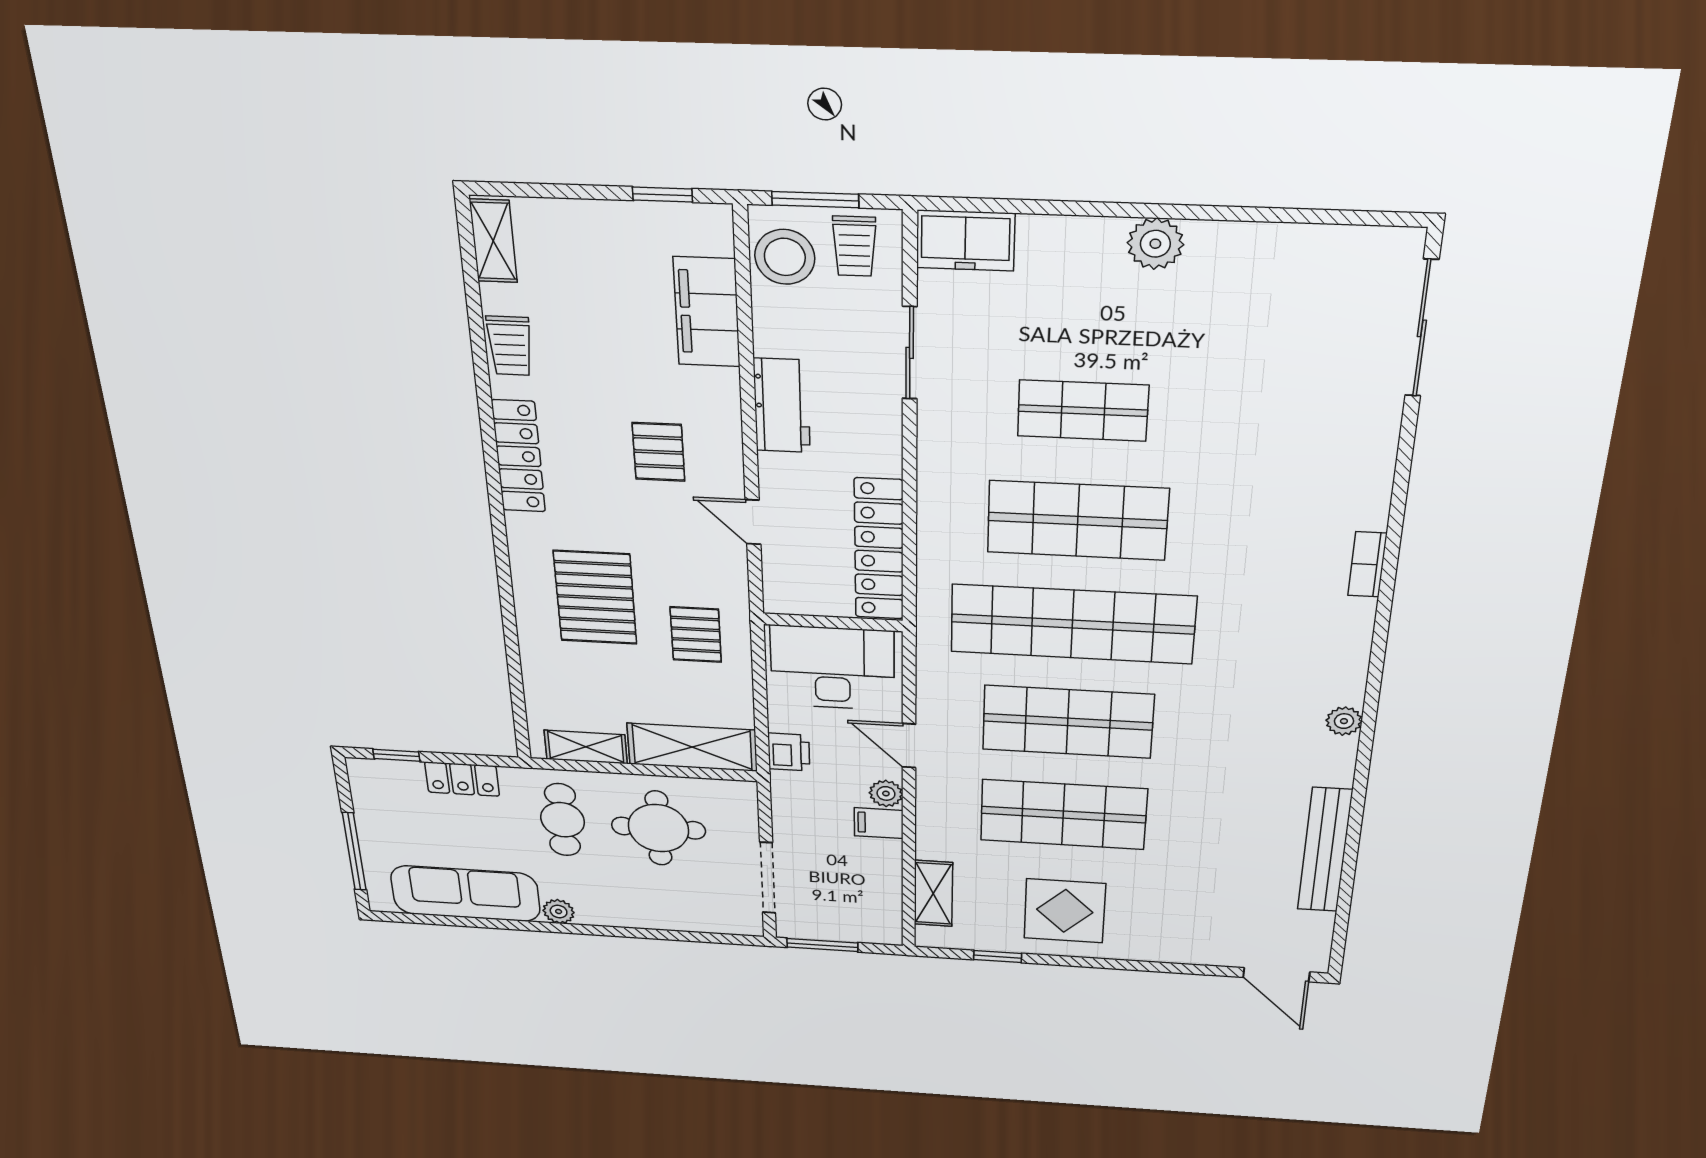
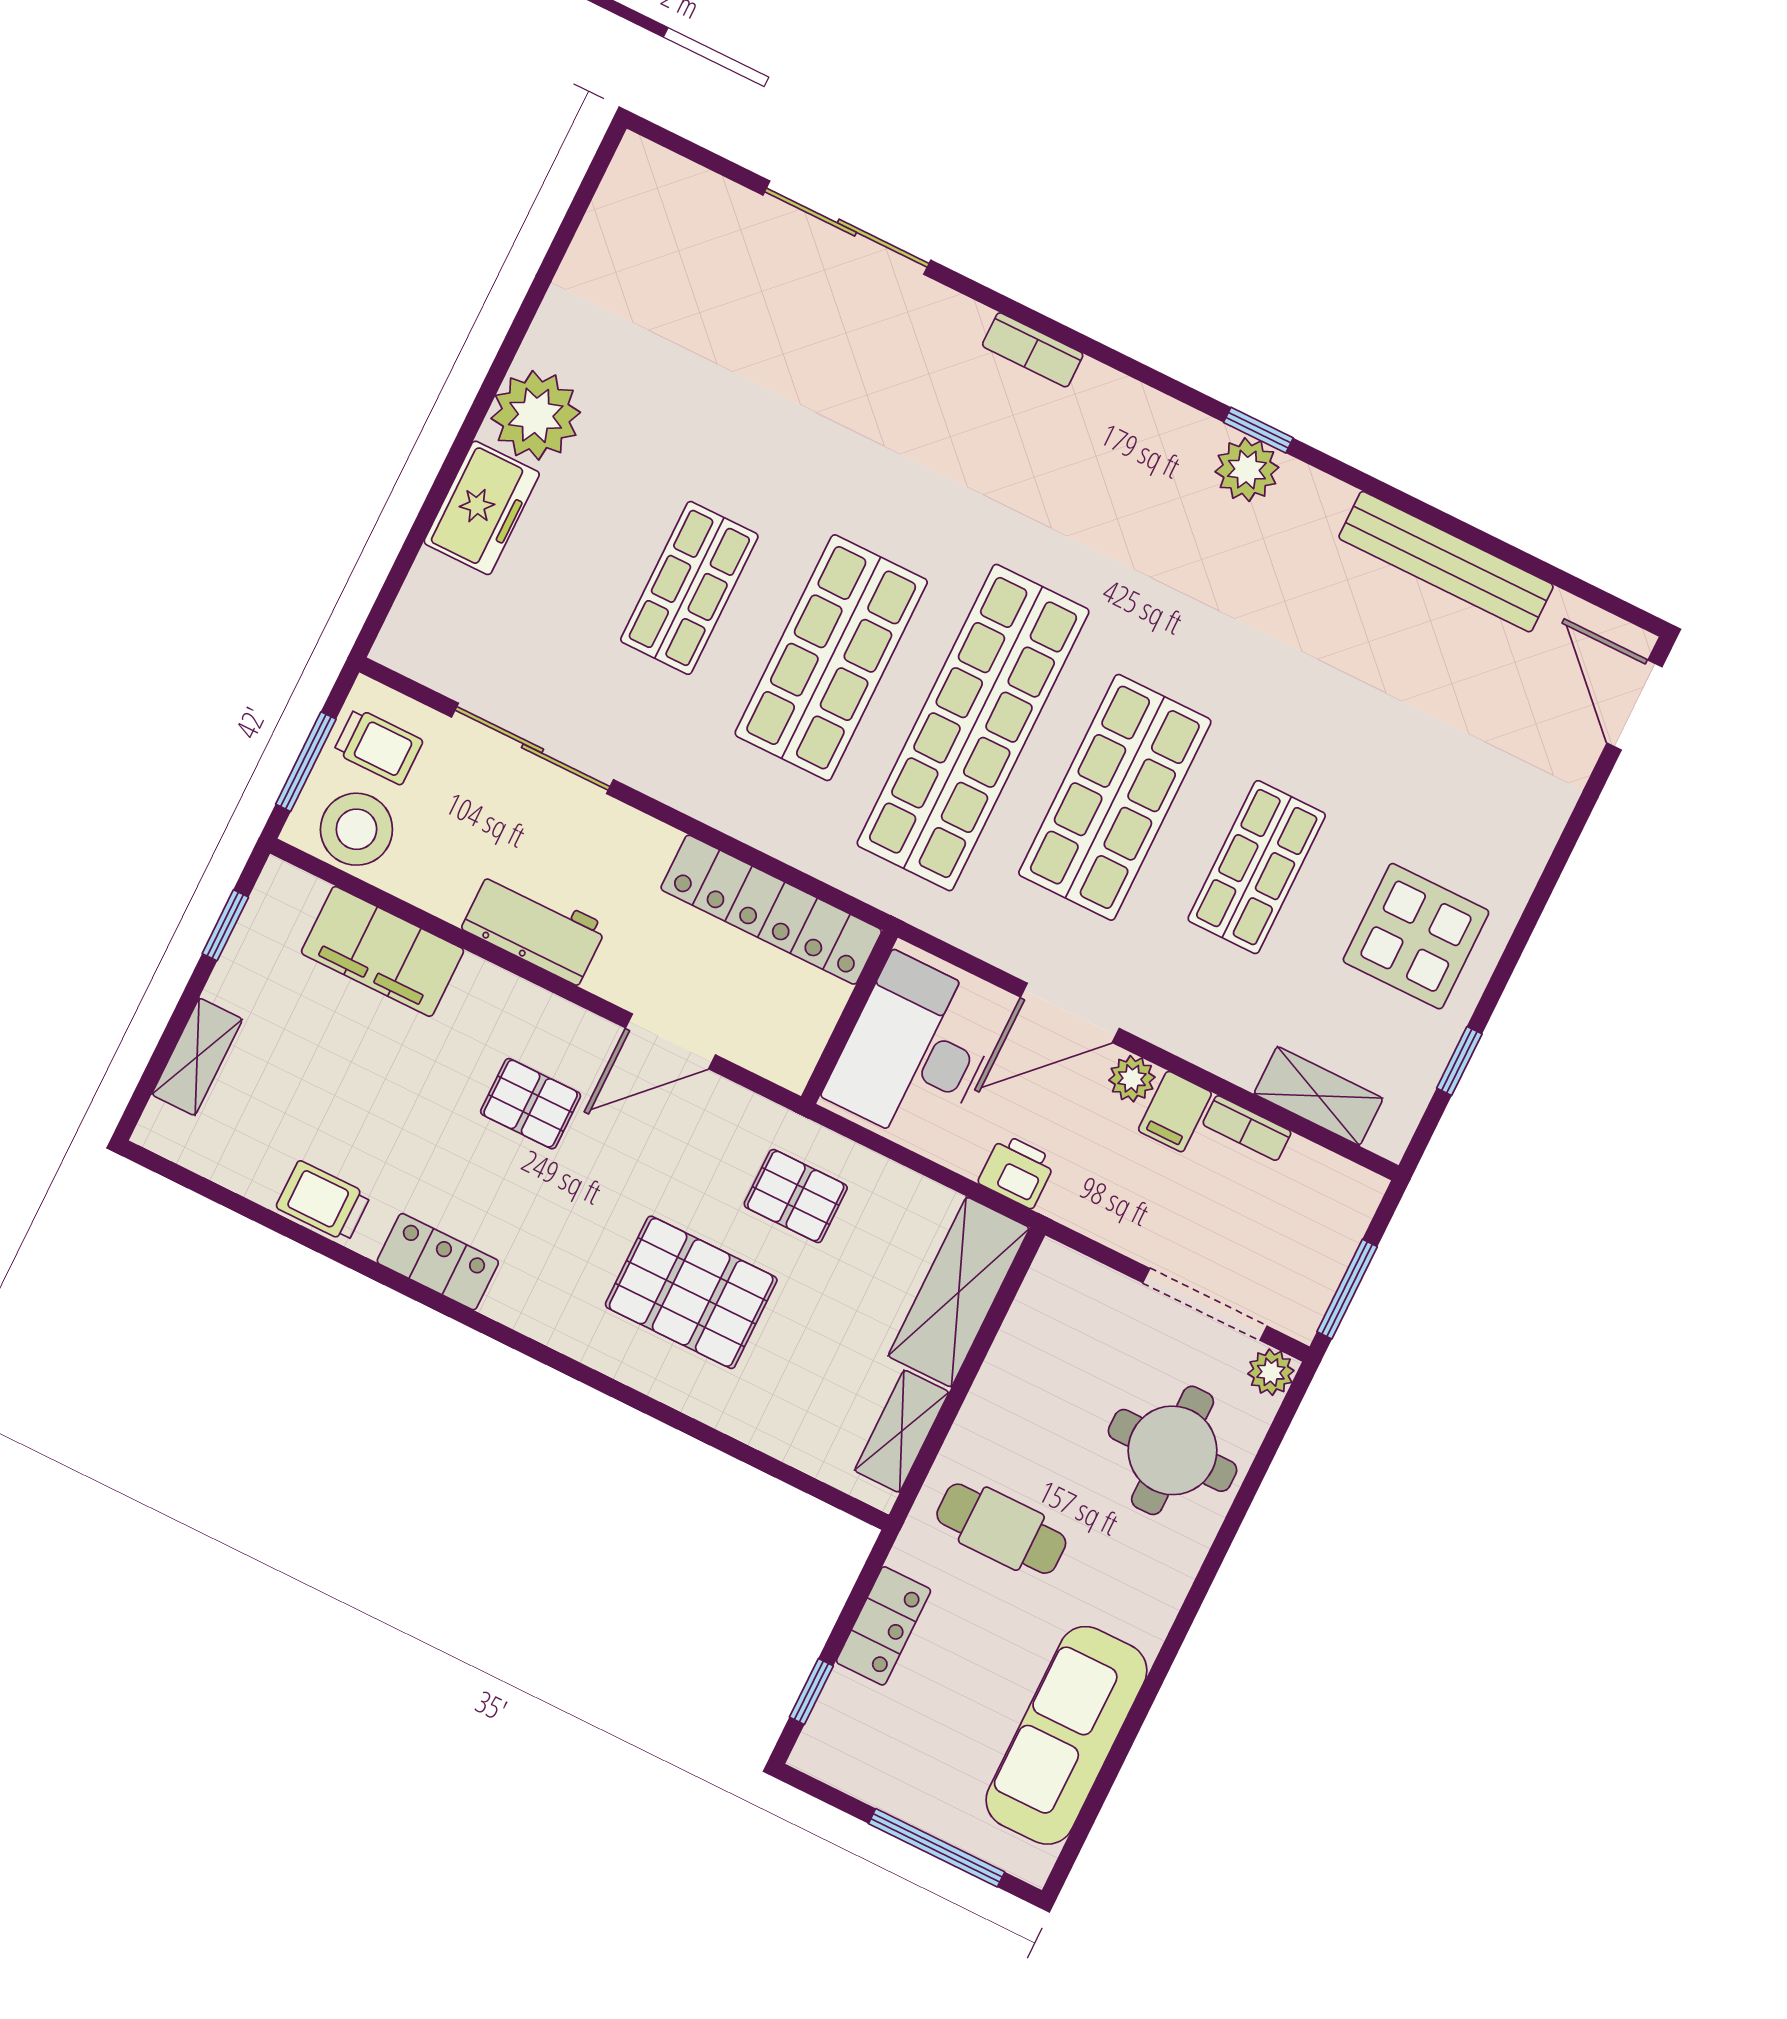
shelving: (493, 241) -> (197, 1057), moved, turned 90
freezer: (966, 241) -> (482, 508), moved
plant: (1155, 244) -> (536, 415), width x1.36, depth x1.36
sliding door: (1422, 328) -> (847, 228), moved
trolley: (510, 346) -> (323, 1201), turned 180
sliding door: (910, 353) -> (533, 748), width x1.37
locker: (519, 456) -> (438, 1262), width x0.66
door: (753, 522) -> (670, 1041), width x1.38
window: (1369, 718) -> (1258, 430), added
plant: (1344, 721) -> (1247, 470), width x1.38, depth x1.38
door: (909, 746) -> (1070, 1013), width x1.38
shop shelf: (1063, 815) -> (1257, 867), width x0.70, depth x0.74
round table: (658, 828) -> (1173, 1450), moved
bookcase: (891, 864) -> (1247, 1128), added
plant: (559, 912) -> (1271, 1372), moved
door: (1276, 975) -> (1635, 705), swing flipped

